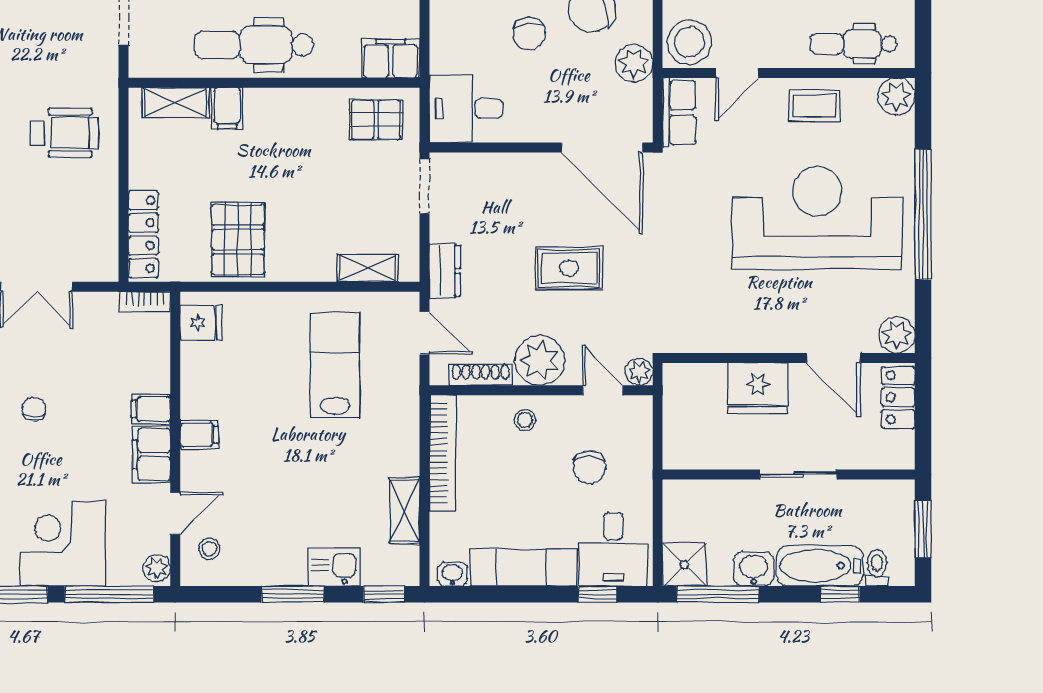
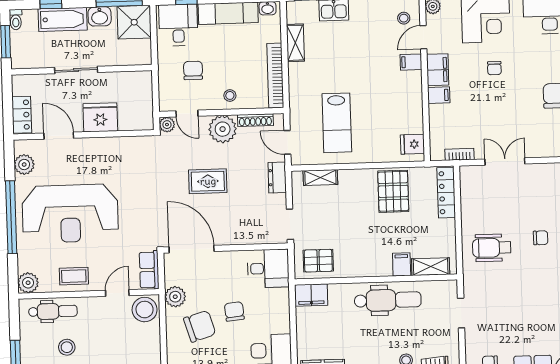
bookcase: (145, 302) -> (460, 154), moved
plant: (897, 335) -> (24, 165), moved
chair: (34, 409) -> (494, 68), moved
filing cabinet: (199, 435) -> (411, 62), moved
shower: (684, 565) -> (134, 22), width x1.36, depth x1.36
toilet: (877, 568) -> (16, 20), moved

